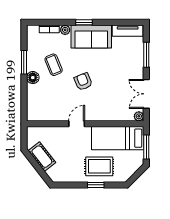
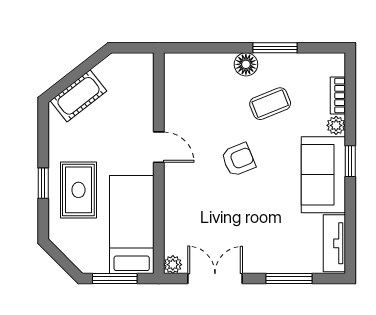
cot: (42, 157) -> (78, 96), moved

